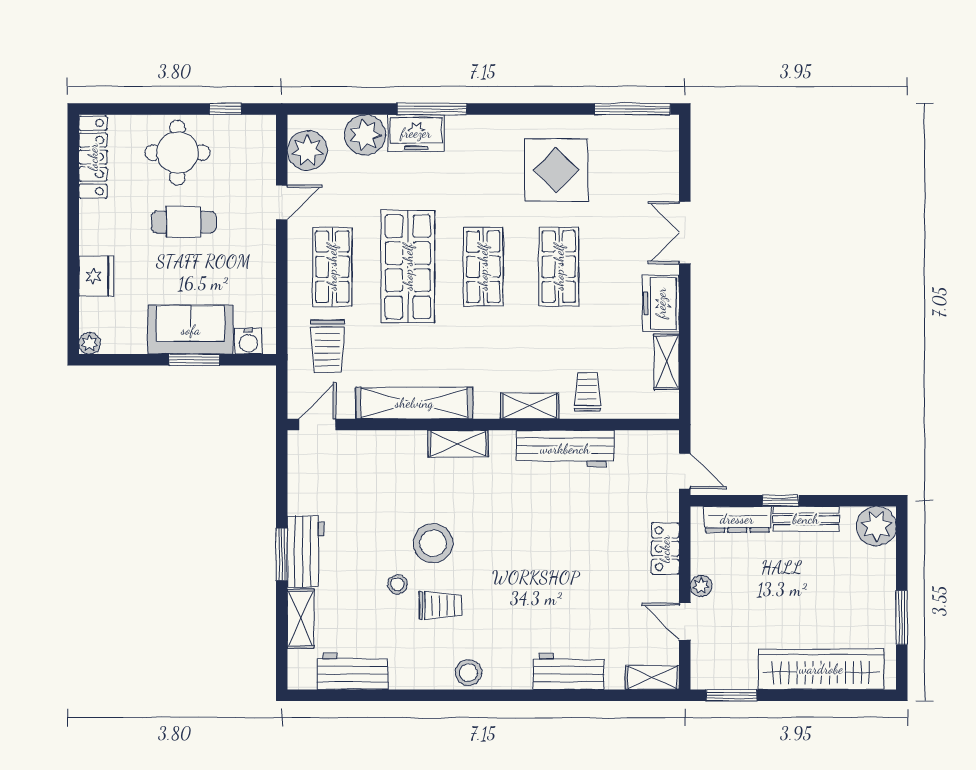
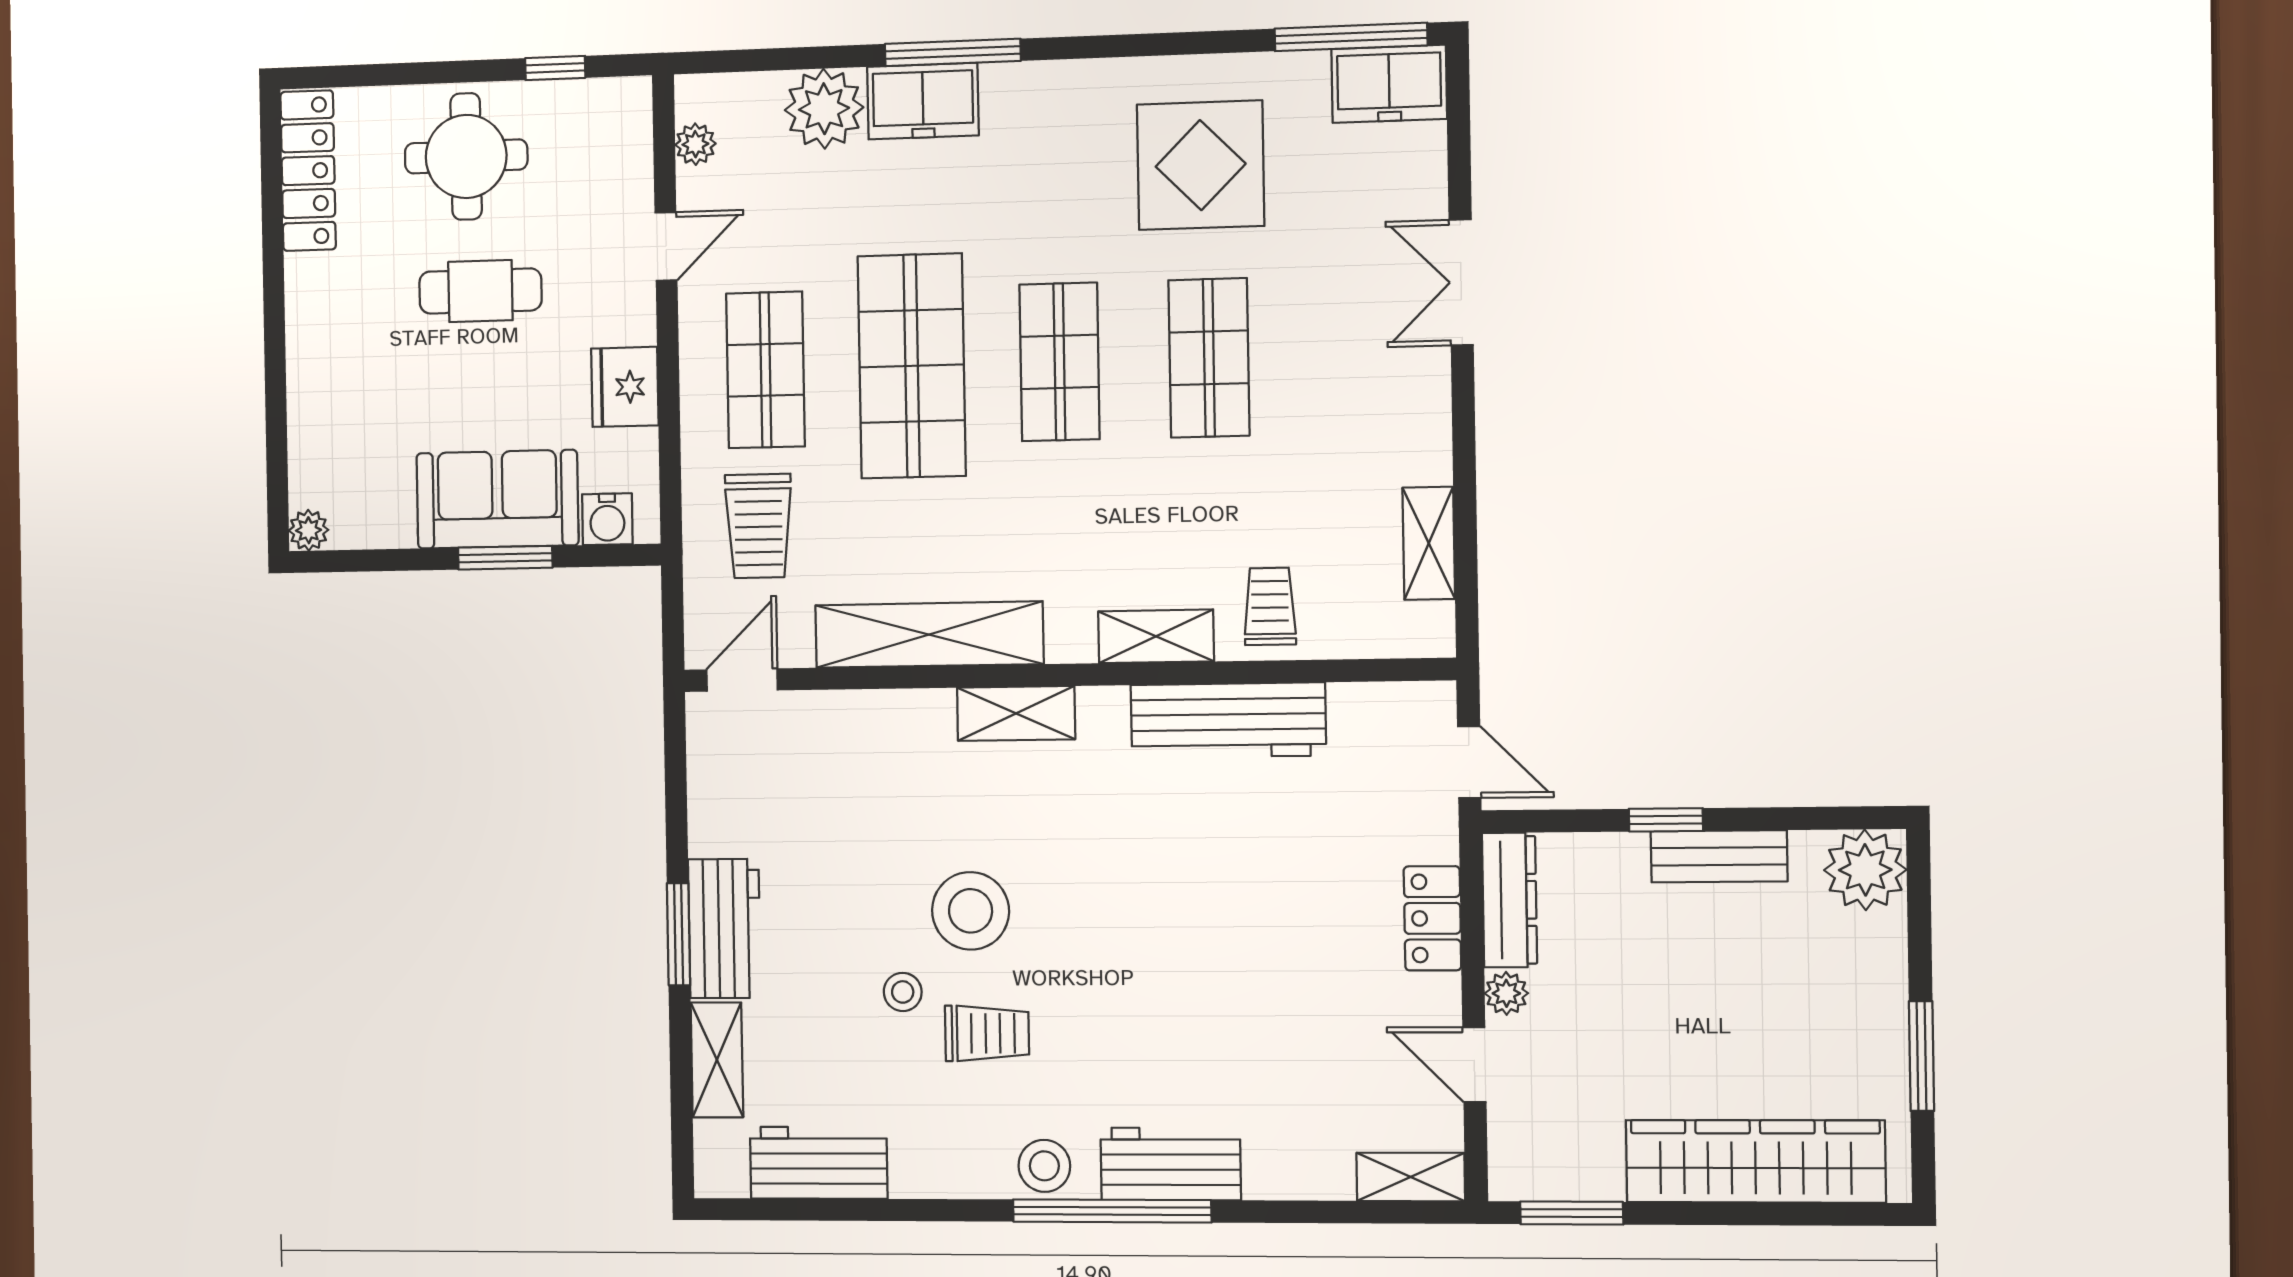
plant: (307, 151) -> (695, 144), width x0.53, depth x0.53
fridge: (96, 276) -> (625, 387), moved, turned 180
freezer: (661, 303) -> (1389, 84), moved, turned -90
dresser: (737, 519) -> (1510, 900), moved, turned -90
workbench: (569, 671) -> (1171, 1164), moved
window: (502, 695) -> (1112, 1211), added

